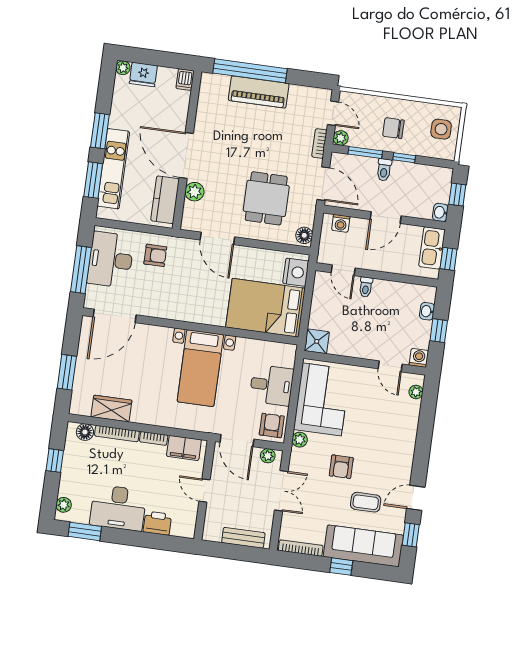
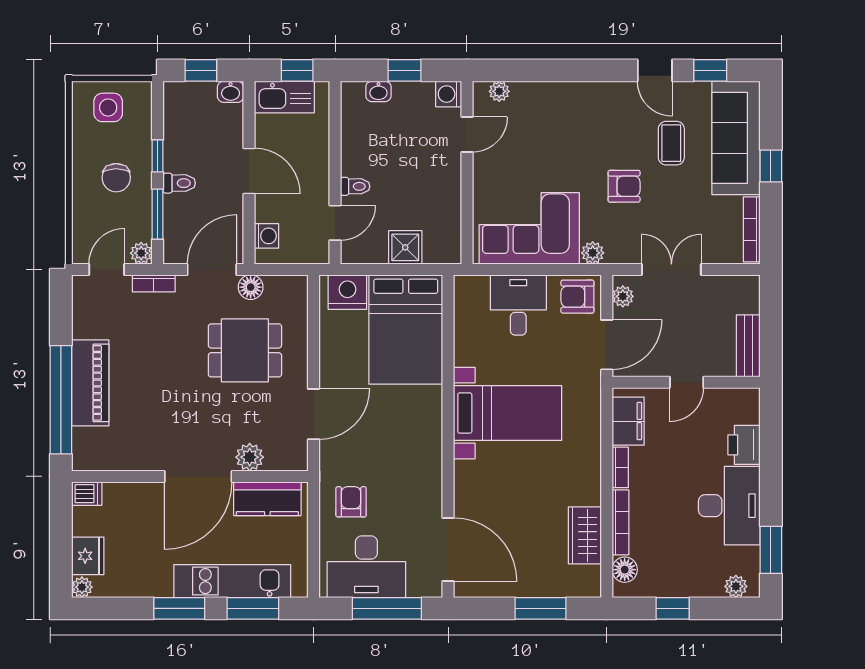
floor lamp: (304, 235) -> (251, 287), moved
shower: (317, 341) -> (405, 247), moved
bench: (243, 538) -> (748, 346), moved

